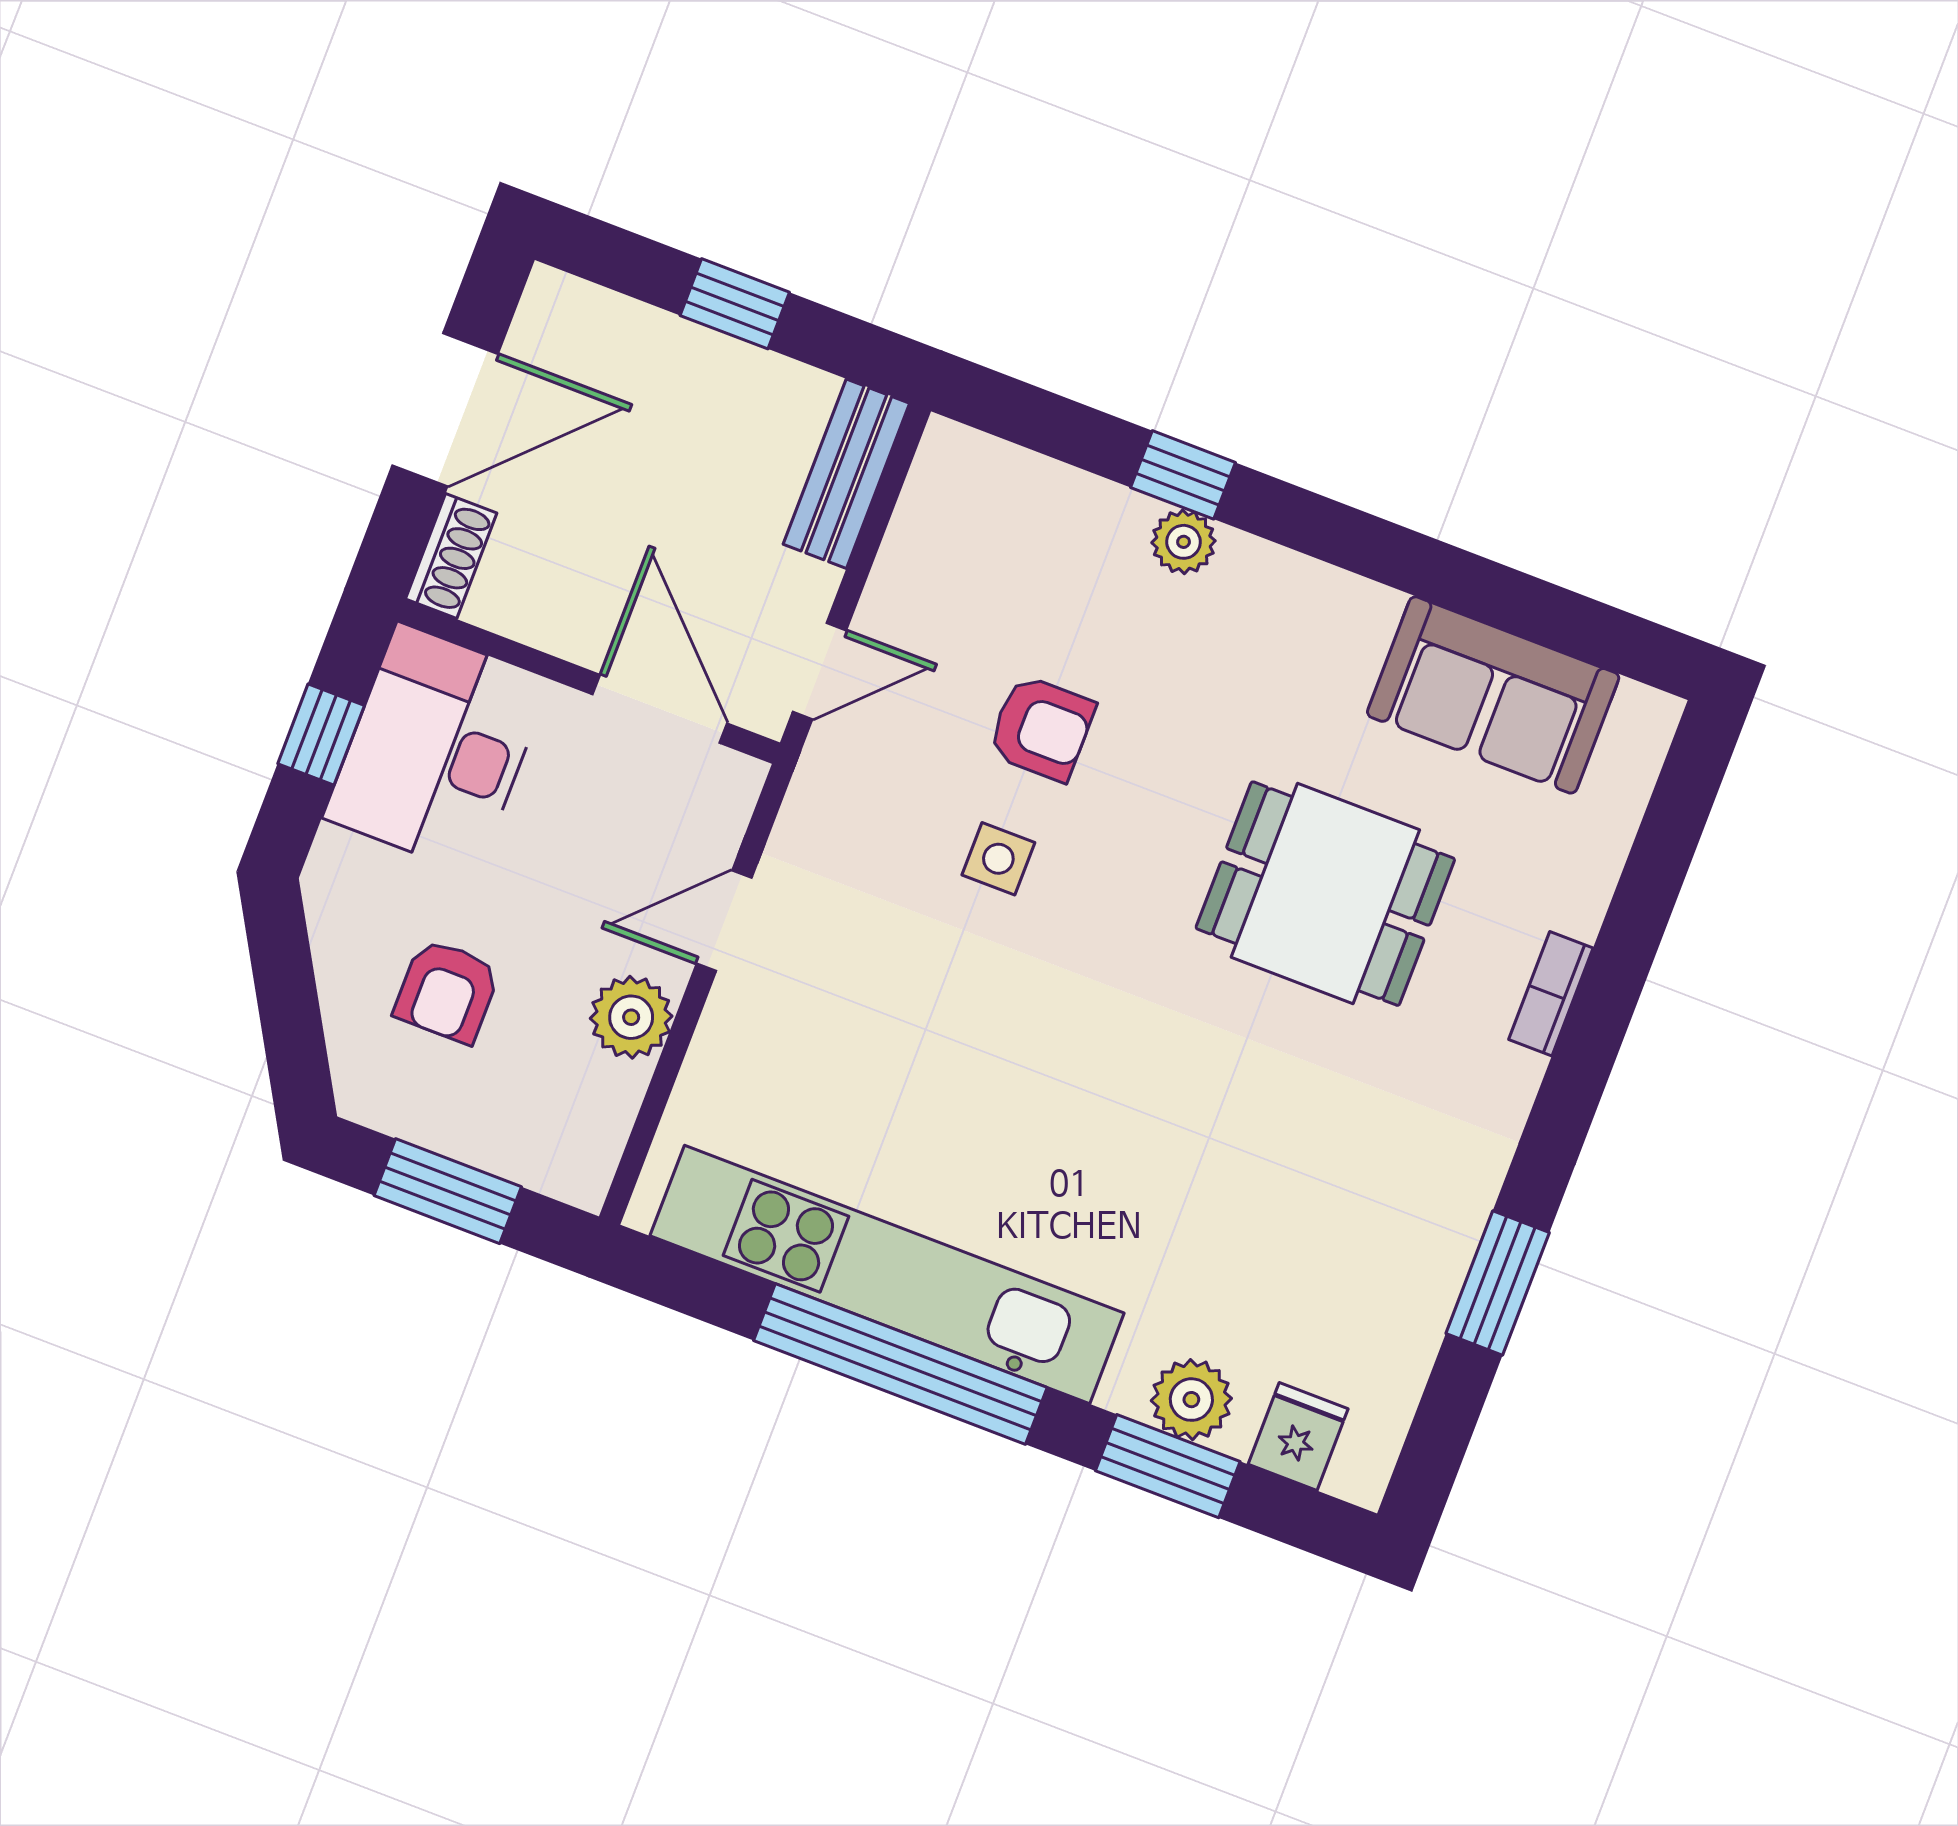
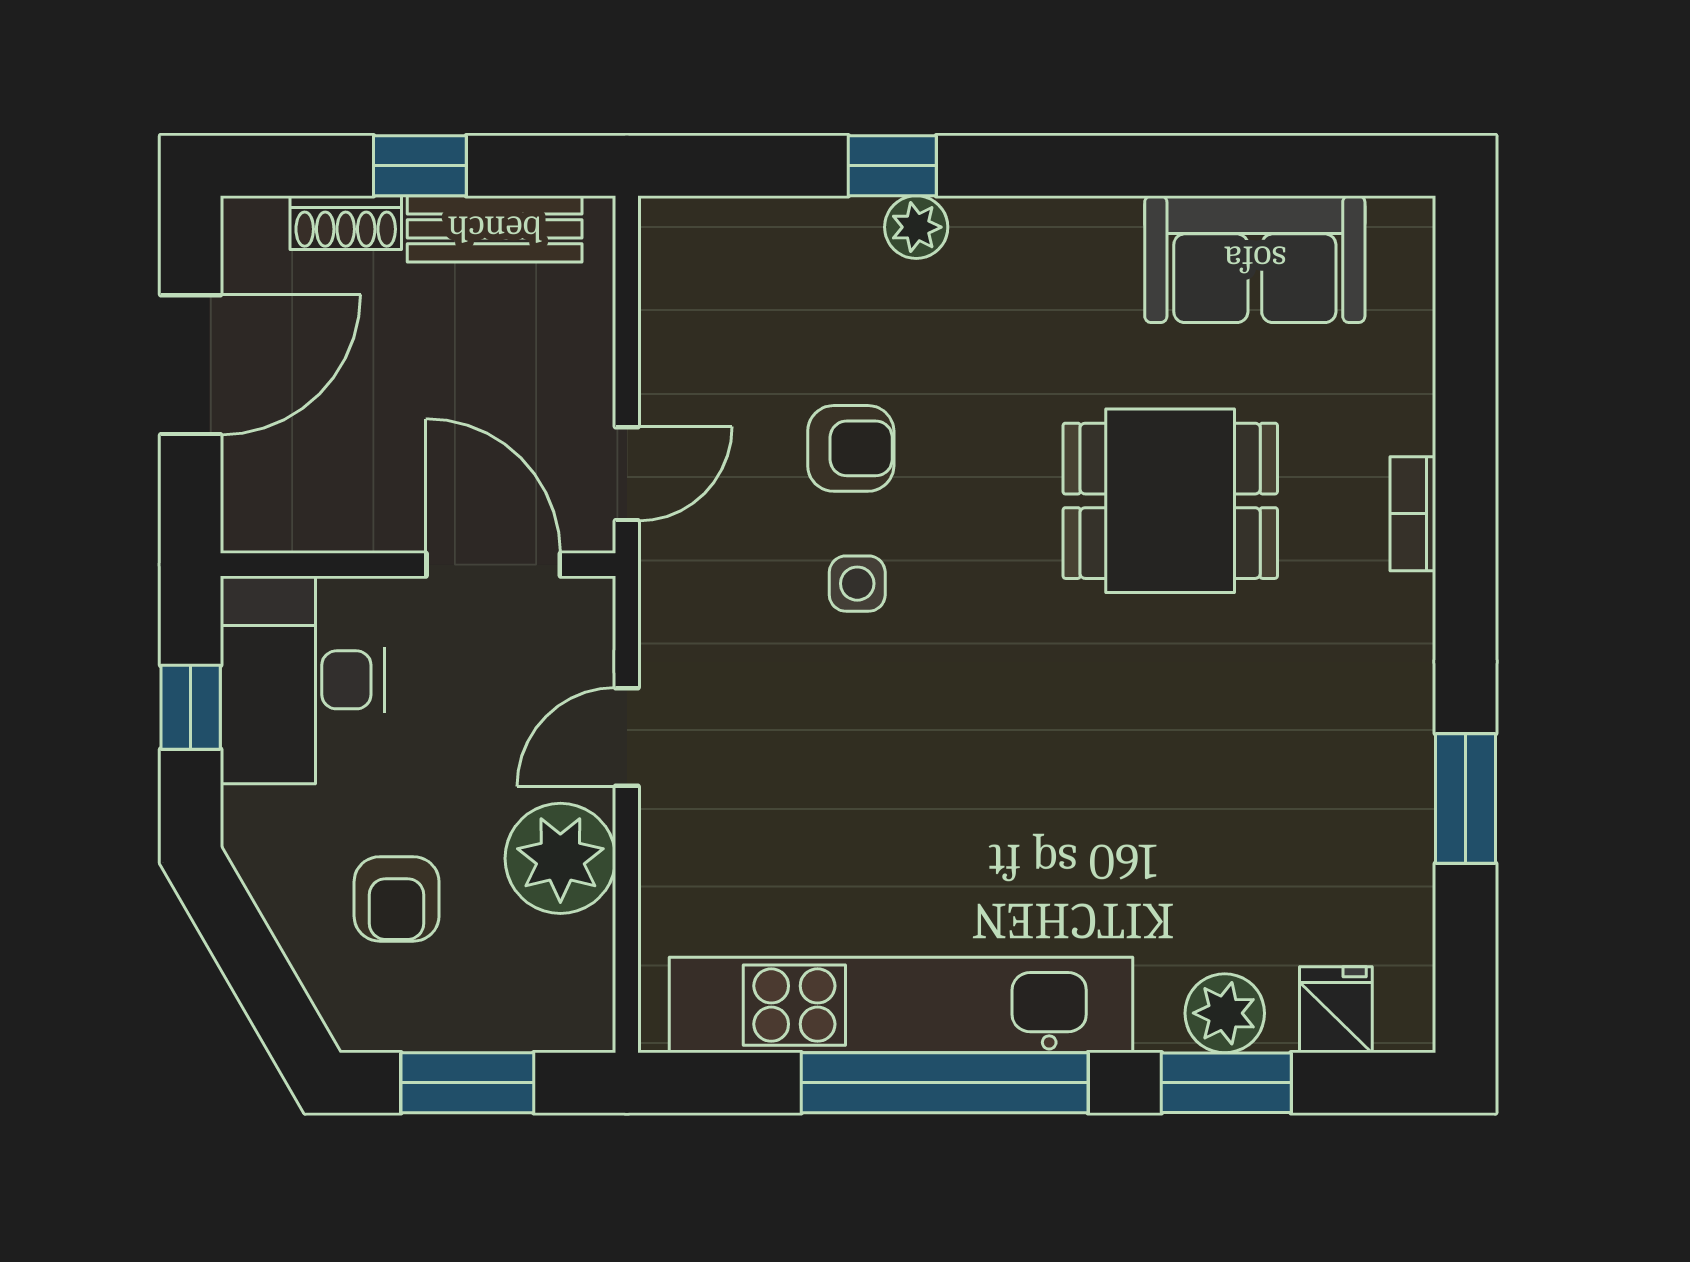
bench: (846, 474) -> (495, 229), moved, turned 90
shoe rack: (451, 556) -> (346, 223), moved, turned 90
plant: (631, 1017) -> (560, 858), width x1.36, depth x1.36

